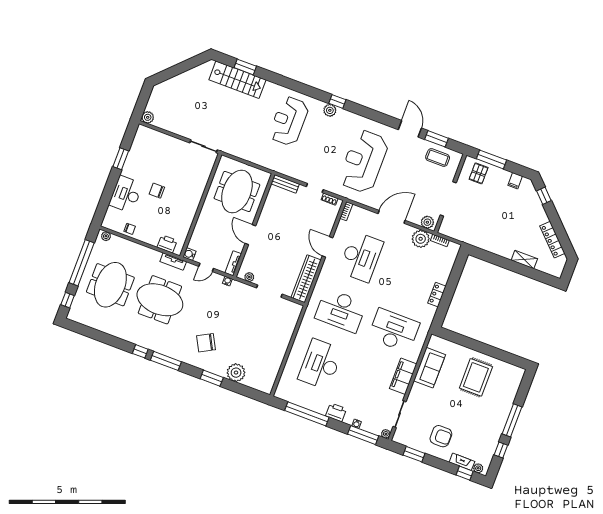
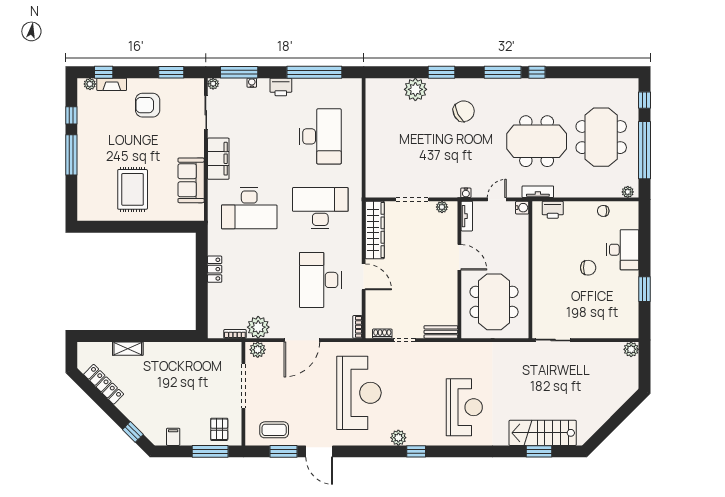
plant: (330, 110) -> (398, 438), moved

